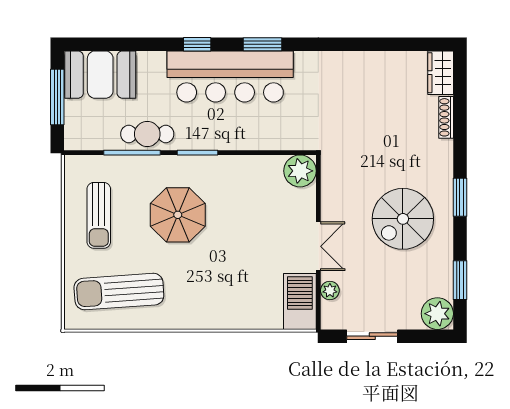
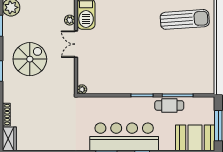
plant: (300, 171) -> (82, 89), width x0.53, depth x0.53
sun lounger: (99, 215) -> (196, 61), removed
parasol: (178, 215) -> (153, 61), removed

